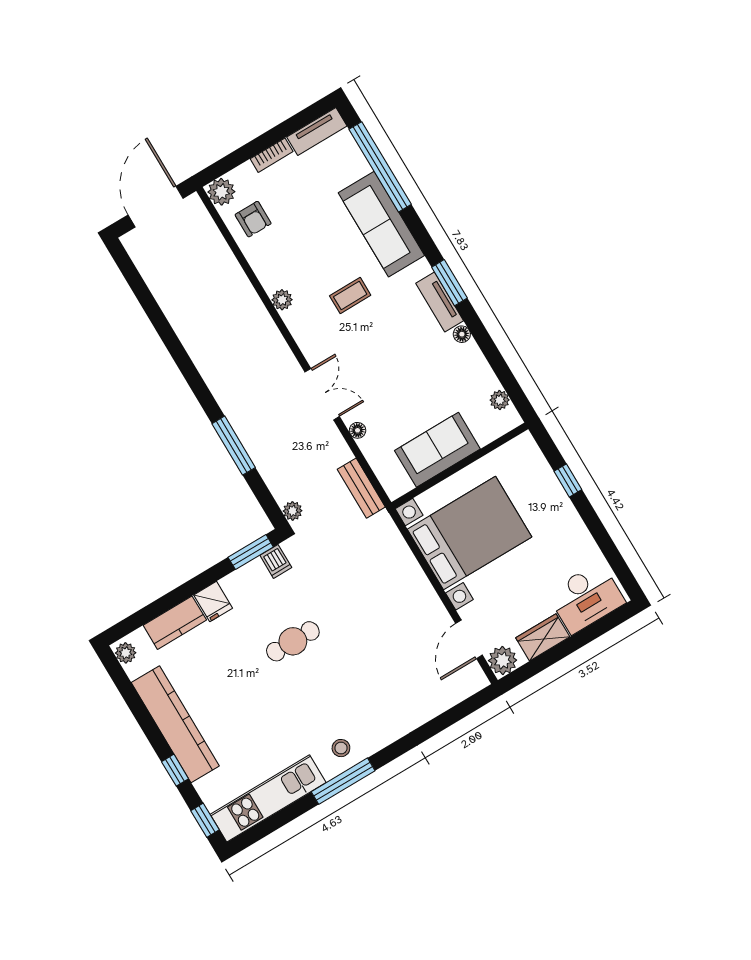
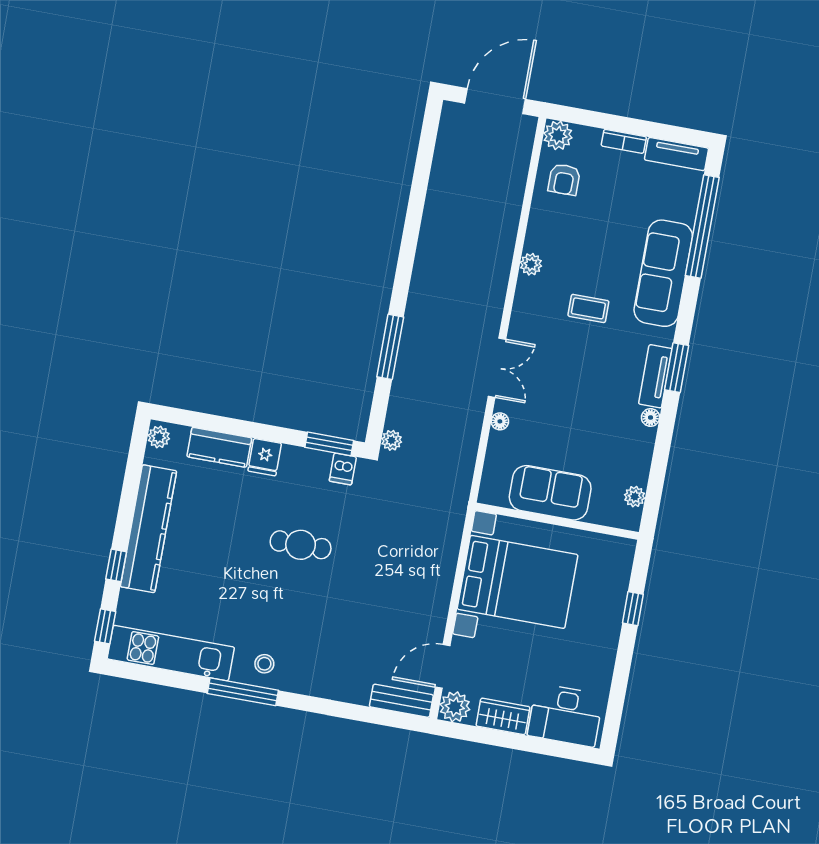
bench: (361, 488) -> (401, 701), moved, turned 90

